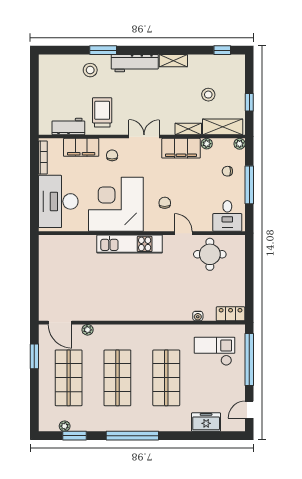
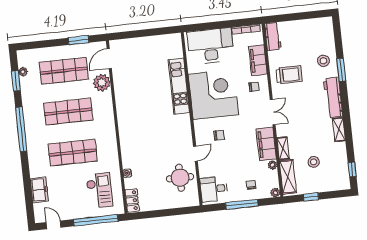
workbench: (68, 127) -> (273, 36), moved
kitchen unit: (130, 244) -> (179, 86), moved
plant: (88, 330) -> (102, 83), width x1.87, depth x1.87

